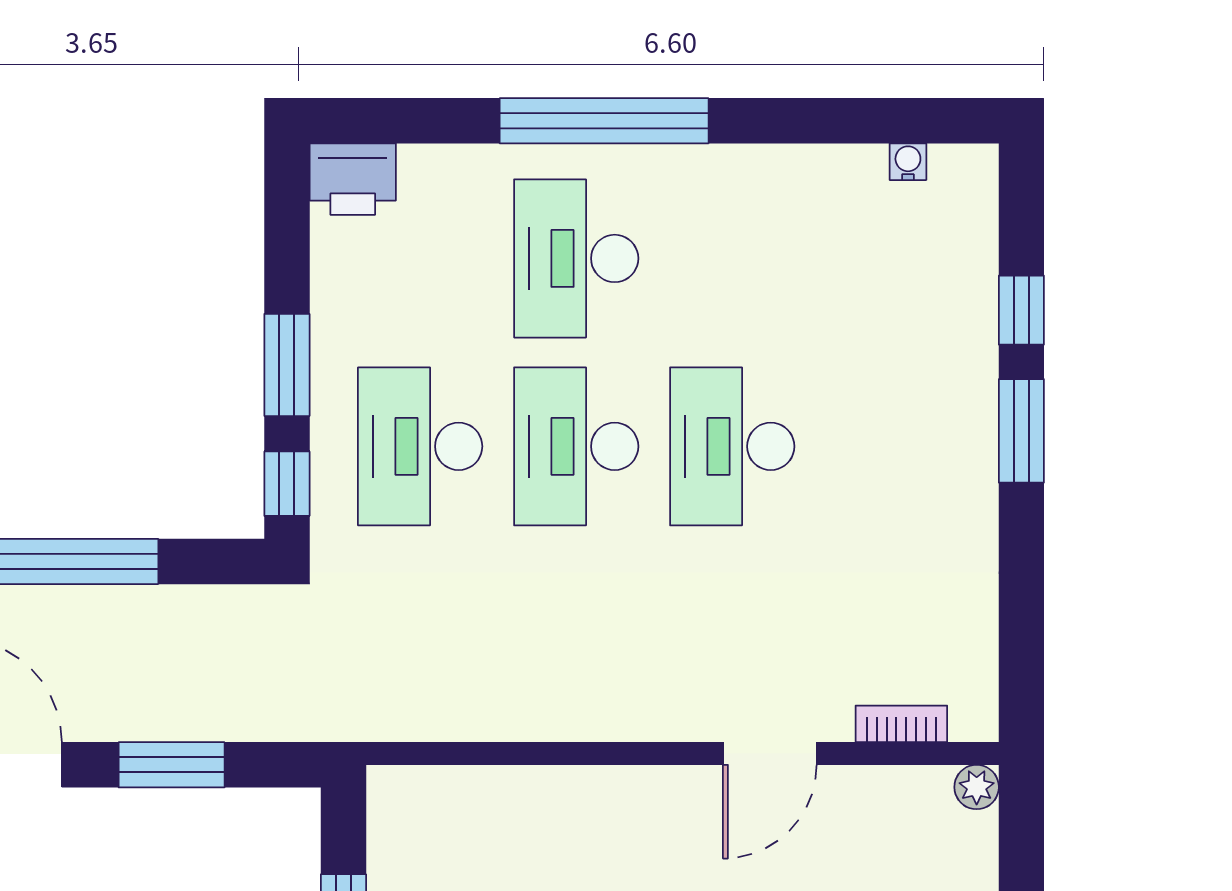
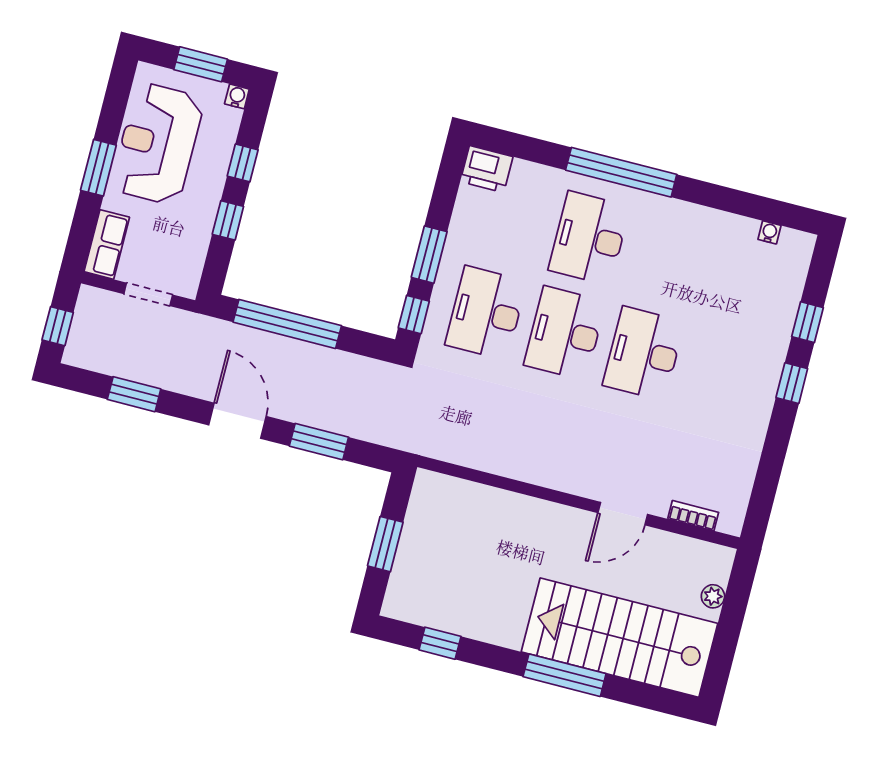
window: (1021, 431) -> (792, 383), width x0.67
plant: (977, 787) -> (713, 596), moved

